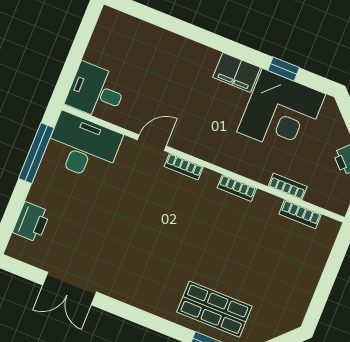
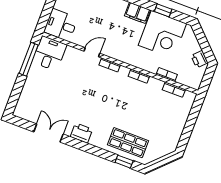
desk: (83, 147) -> (49, 53), width x0.73
printer: (31, 222) -> (81, 133), moved, turned -90
double door: (69, 289) -> (48, 133), swing flipped

